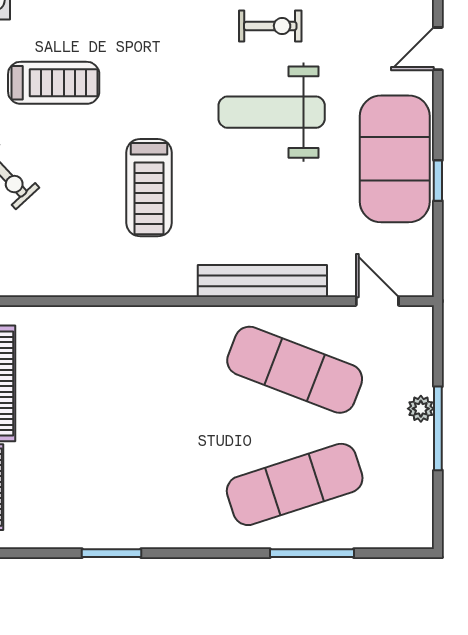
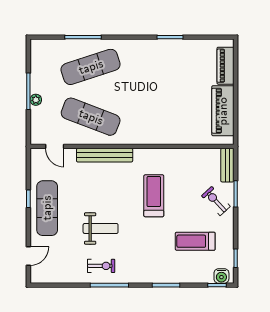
exercise bike: (270, 26) -> (101, 266), turned 180
weight bench: (272, 112) -> (101, 228), width x0.73, depth x0.75
exercise mat: (395, 159) -> (47, 208), width x0.68

